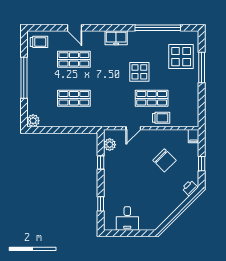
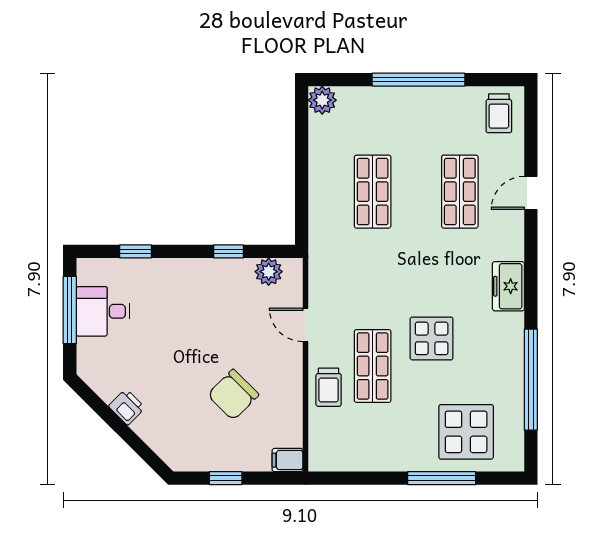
printer: (190, 188) -> (127, 407), moved
window: (127, 233) -> (70, 310), added

